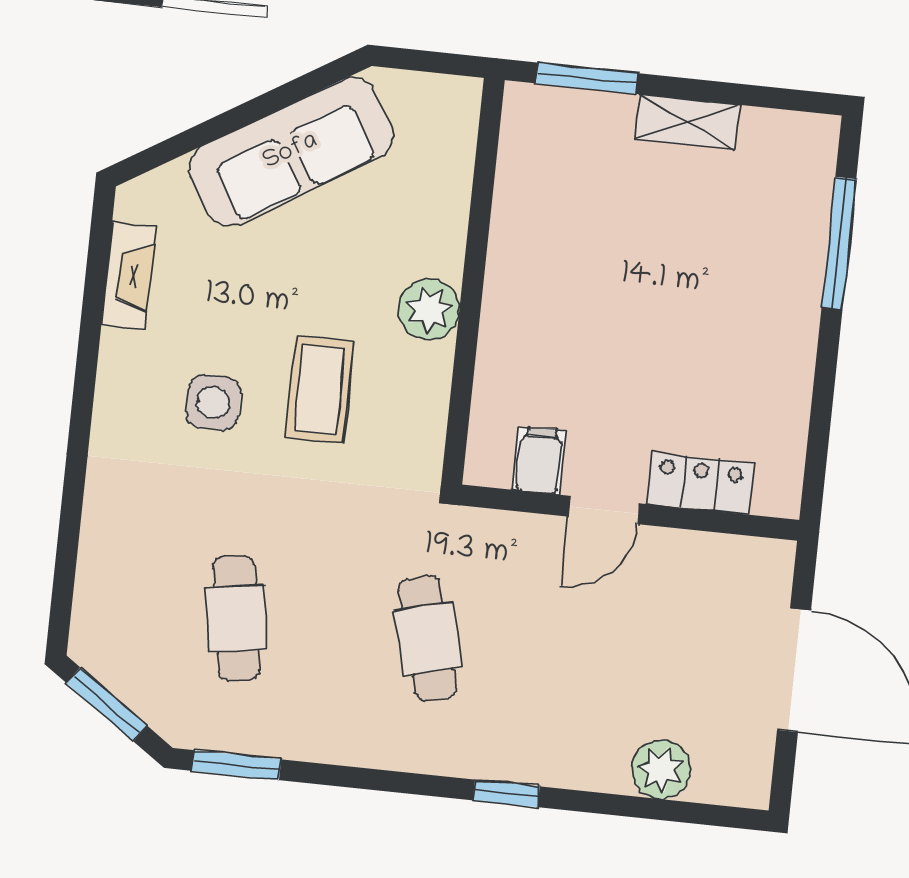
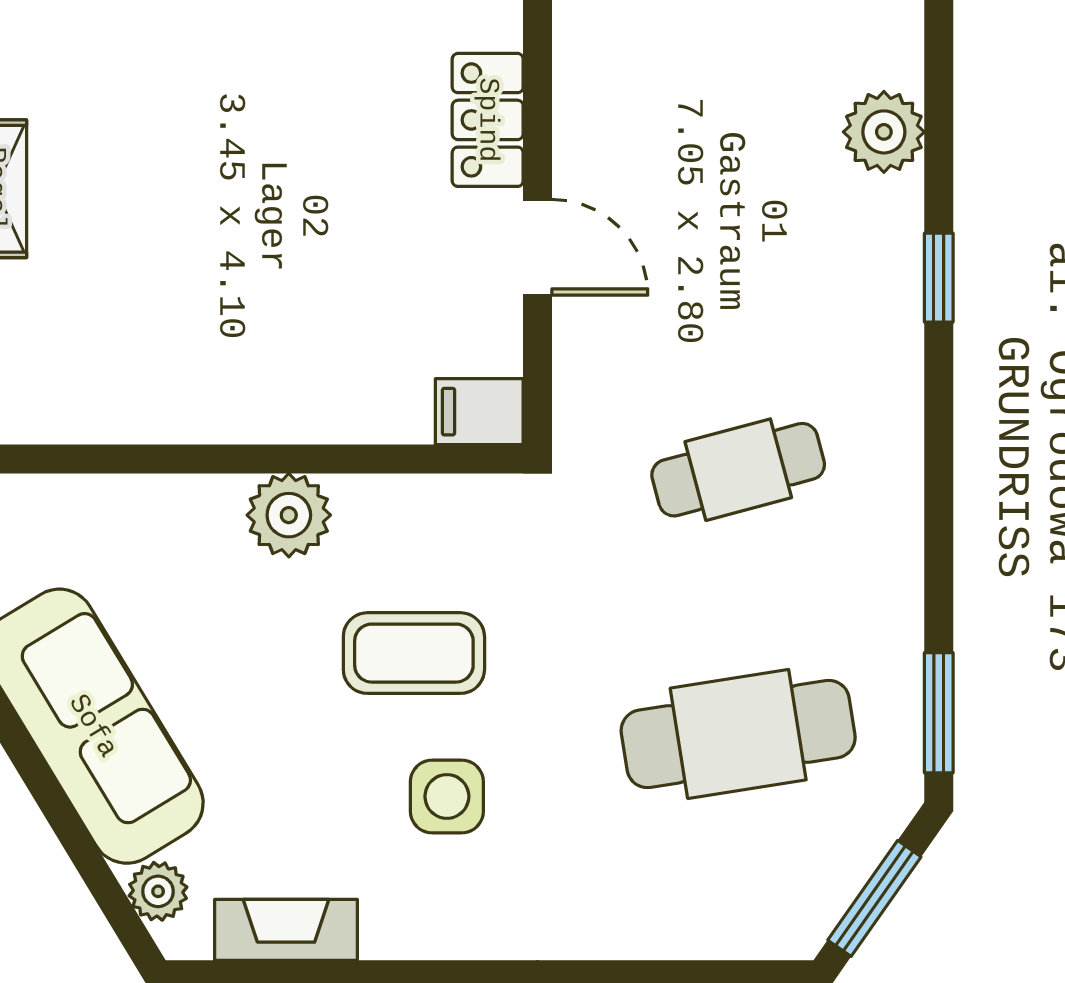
plant: (166, 186) -> (158, 891), added
filing cabinet: (539, 461) -> (479, 412), moved
cafe table: (236, 618) -> (738, 734), width x1.37, depth x1.35
window: (506, 793) -> (939, 278), moved

